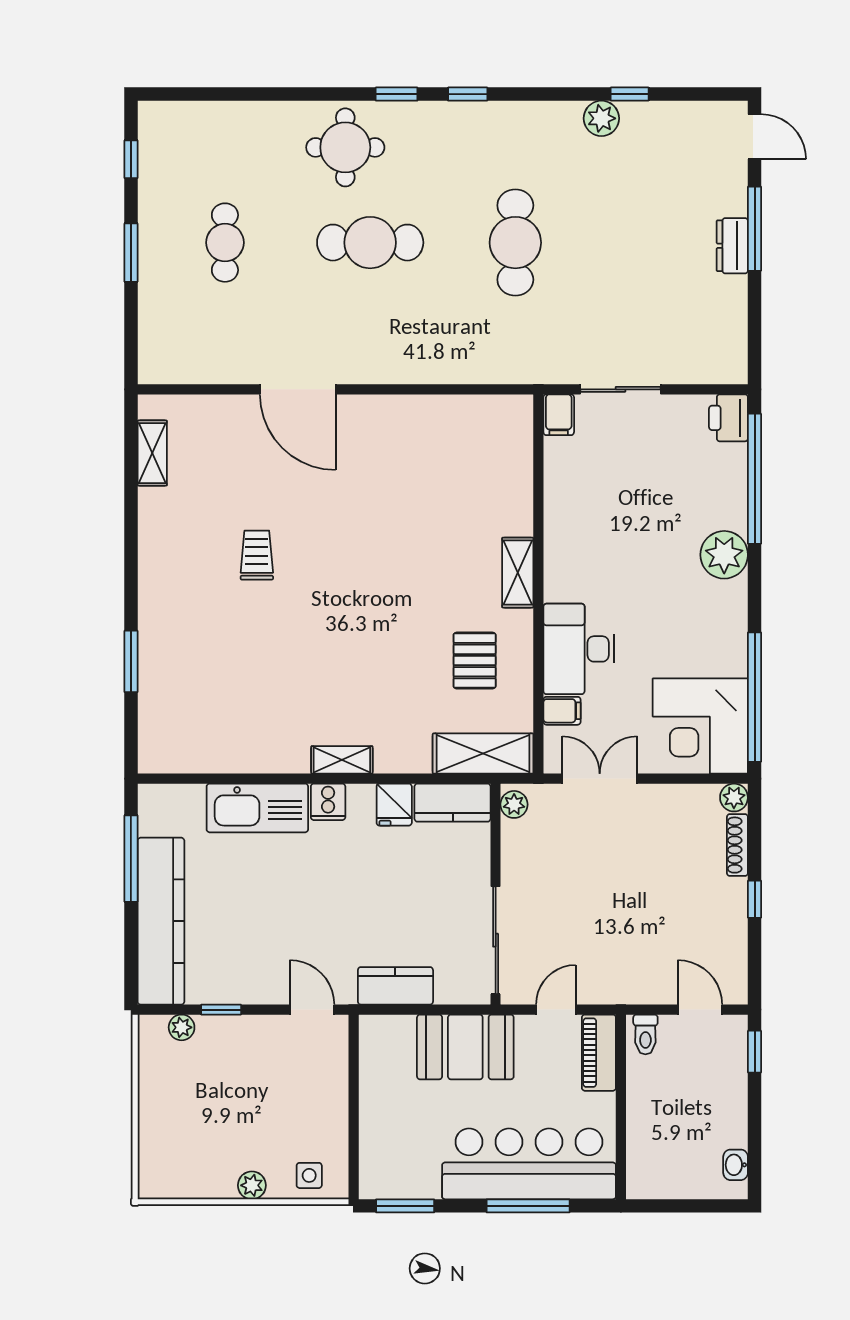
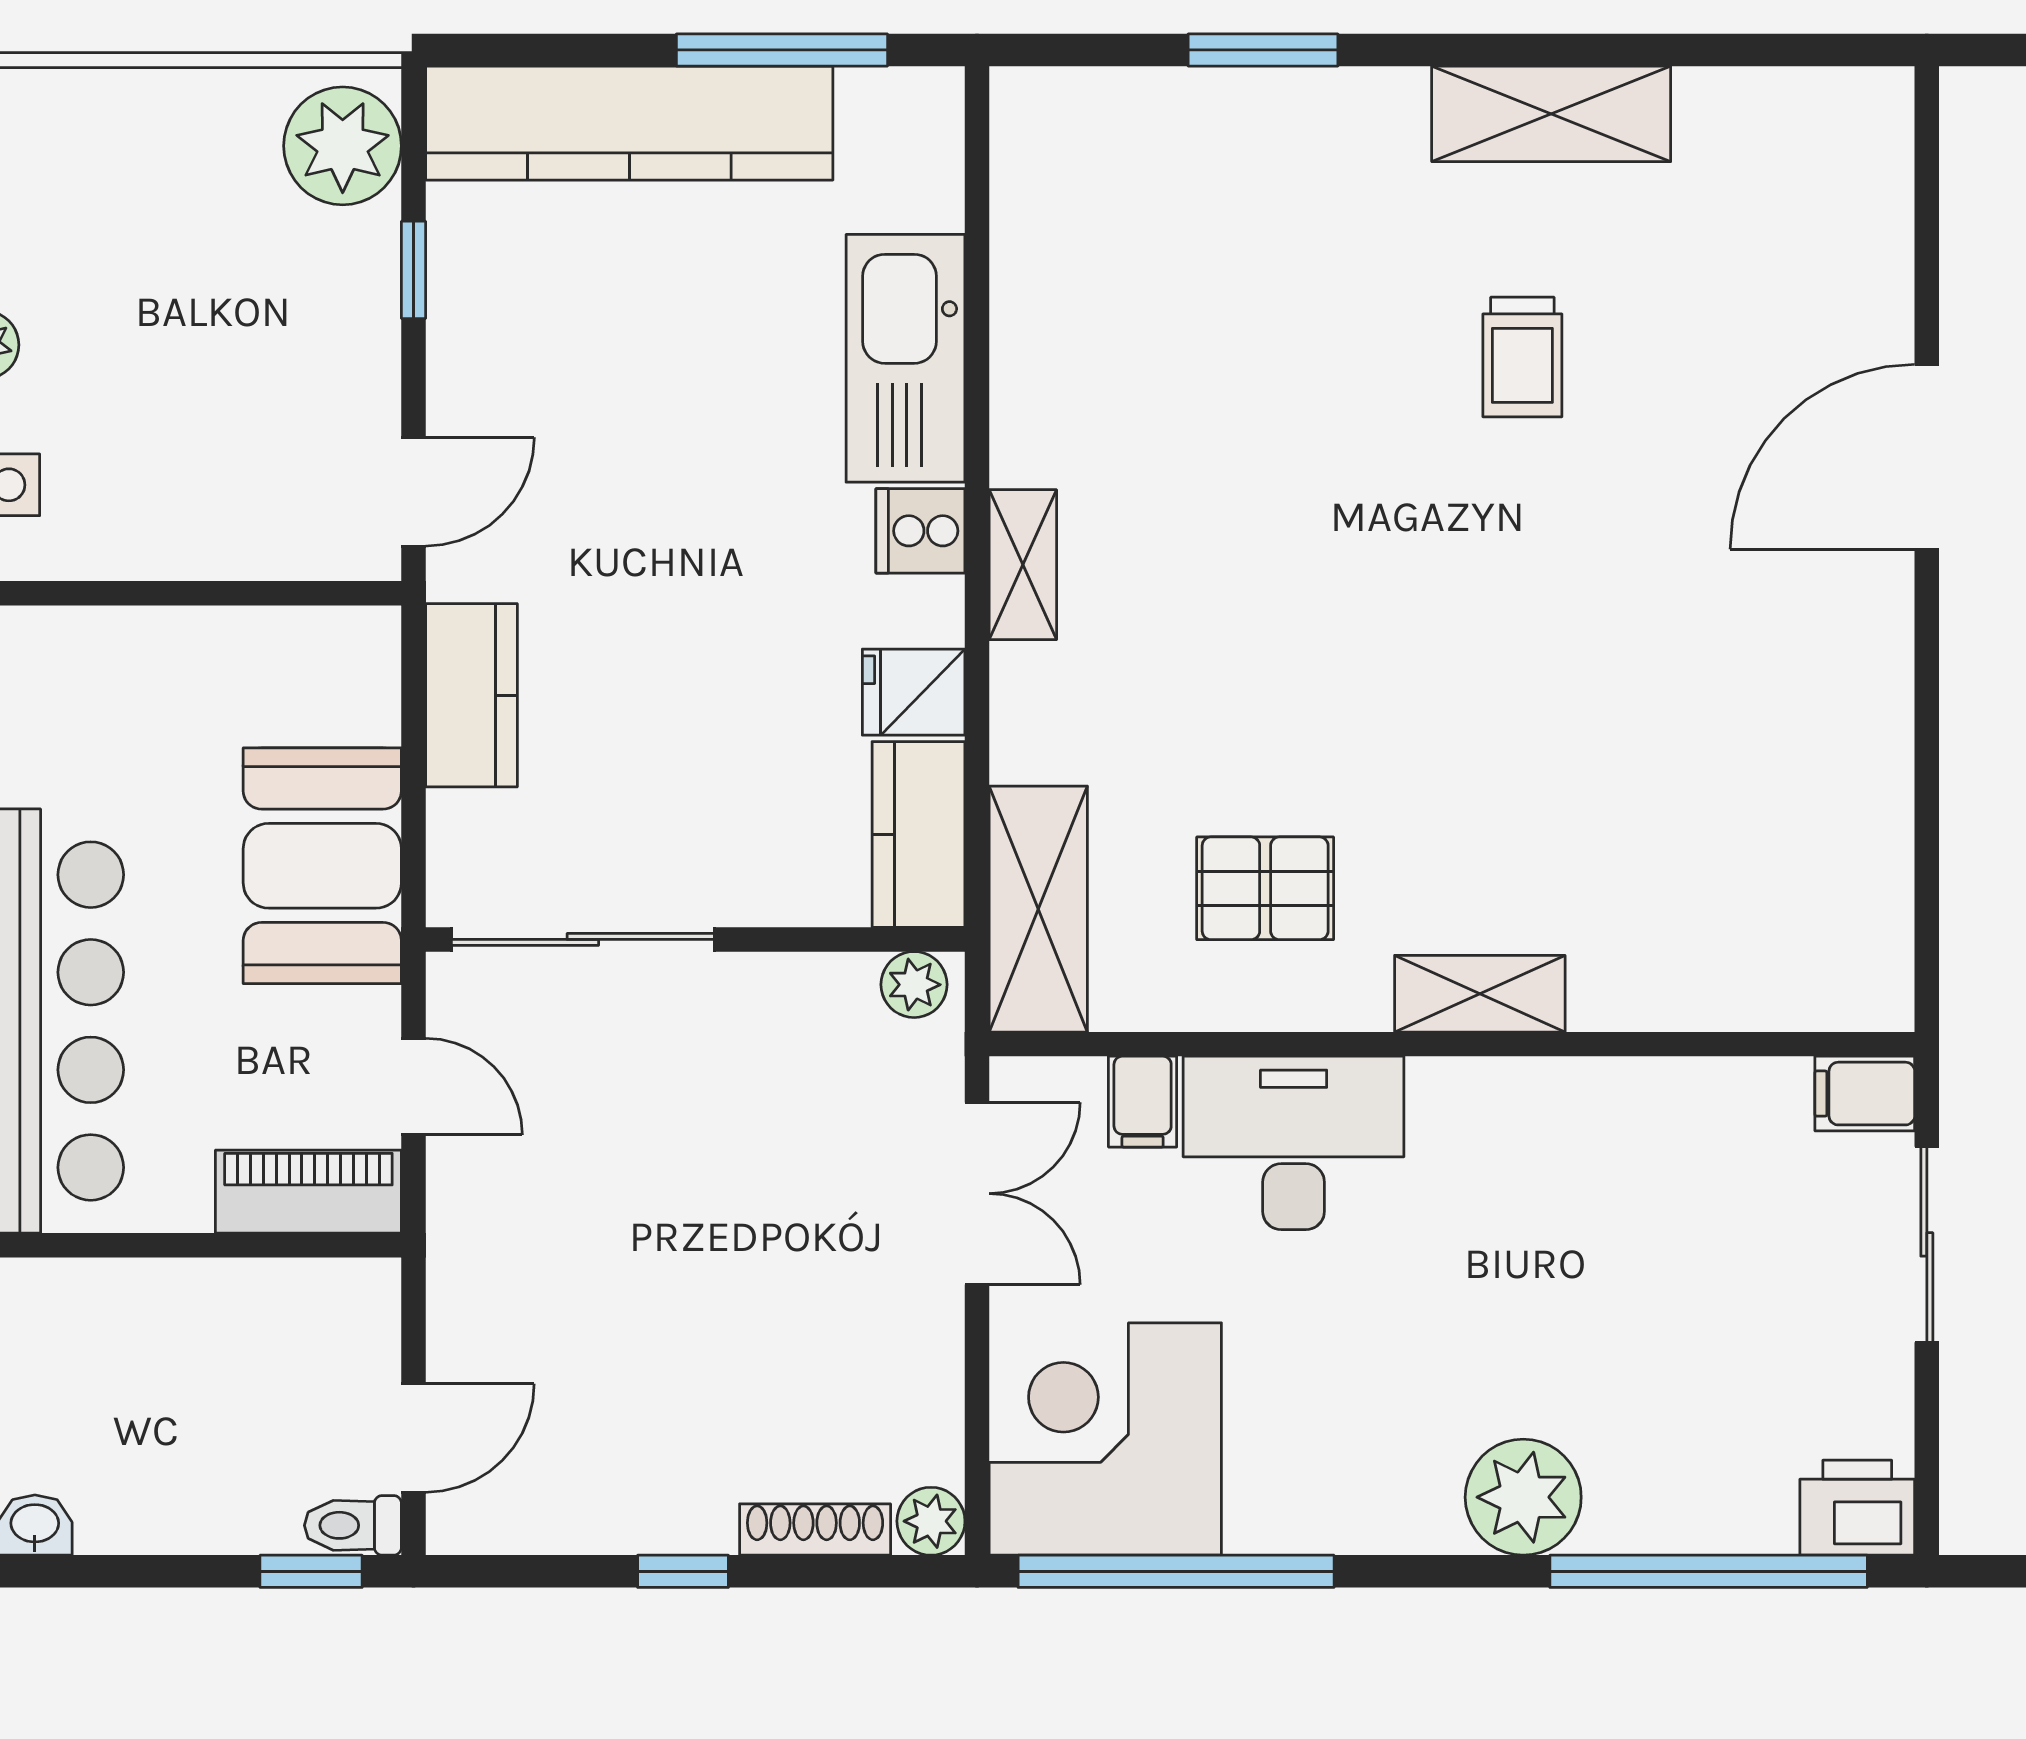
shelving: (152, 453) -> (1551, 114), moved, width x1.50, depth x1.33
trolley: (257, 555) -> (1522, 357), turned 90
plant: (182, 1027) -> (343, 146), width x1.87, depth x1.87
toilet: (645, 1034) -> (353, 1525), moved

